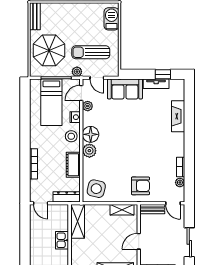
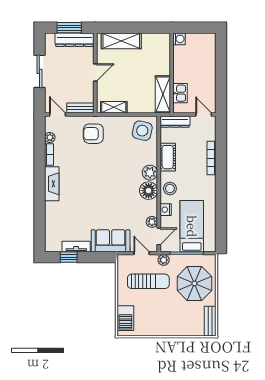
fireplace: (178, 116) -> (52, 184), moved
kitchen sink: (62, 240) -> (180, 93), moved

